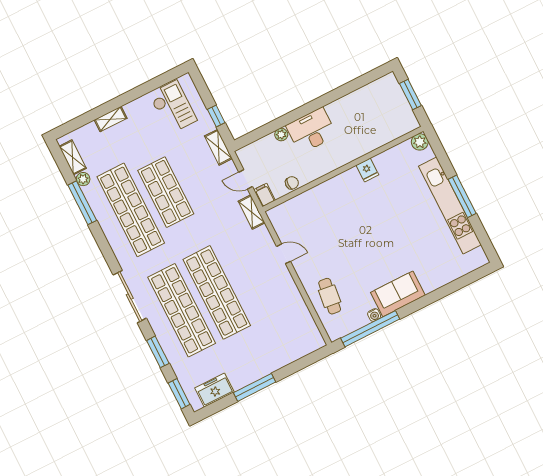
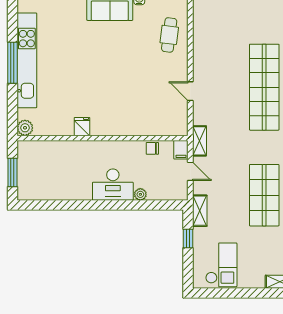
checkout: (173, 107) -> (221, 265), turned 180

